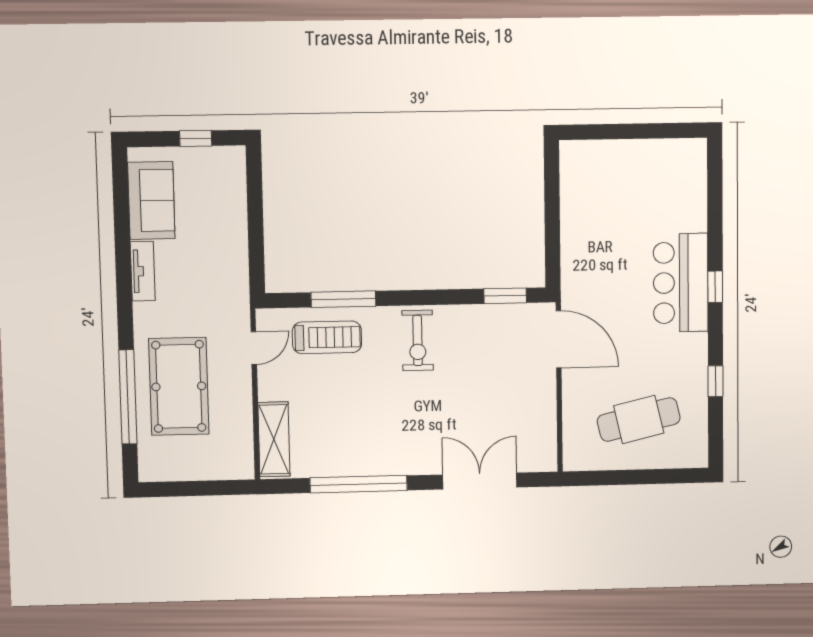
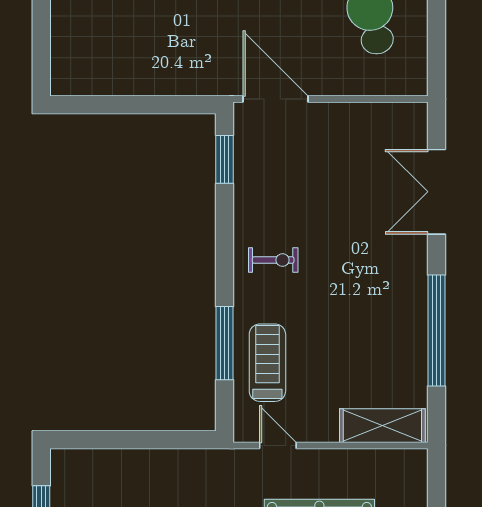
door: (559, 339) -> (276, 99), hinge flipped
exercise bike: (418, 340) -> (273, 260), width x0.73, depth x0.72

